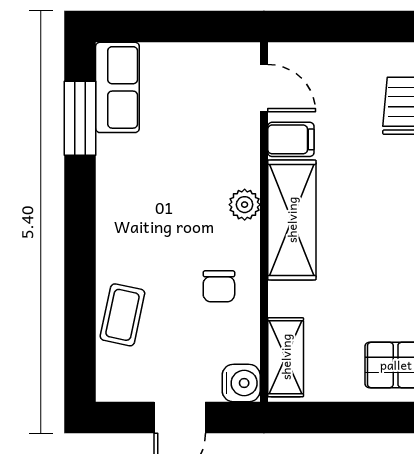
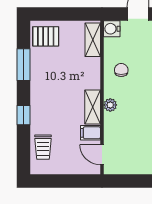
shelving: (292, 220) -> (93, 107), width x0.67, depth x0.75

